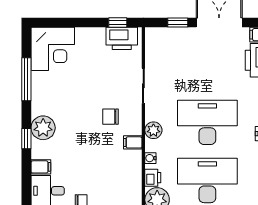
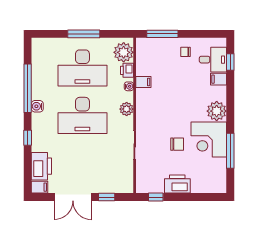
printer: (122, 38) -> (177, 184), moved
corner desk: (53, 49) -> (209, 140), moved, turned -90
chair: (111, 117) -> (177, 144), moved
window: (26, 139) -> (230, 62), moved
filing cabinet: (133, 142) -> (143, 82), moved

